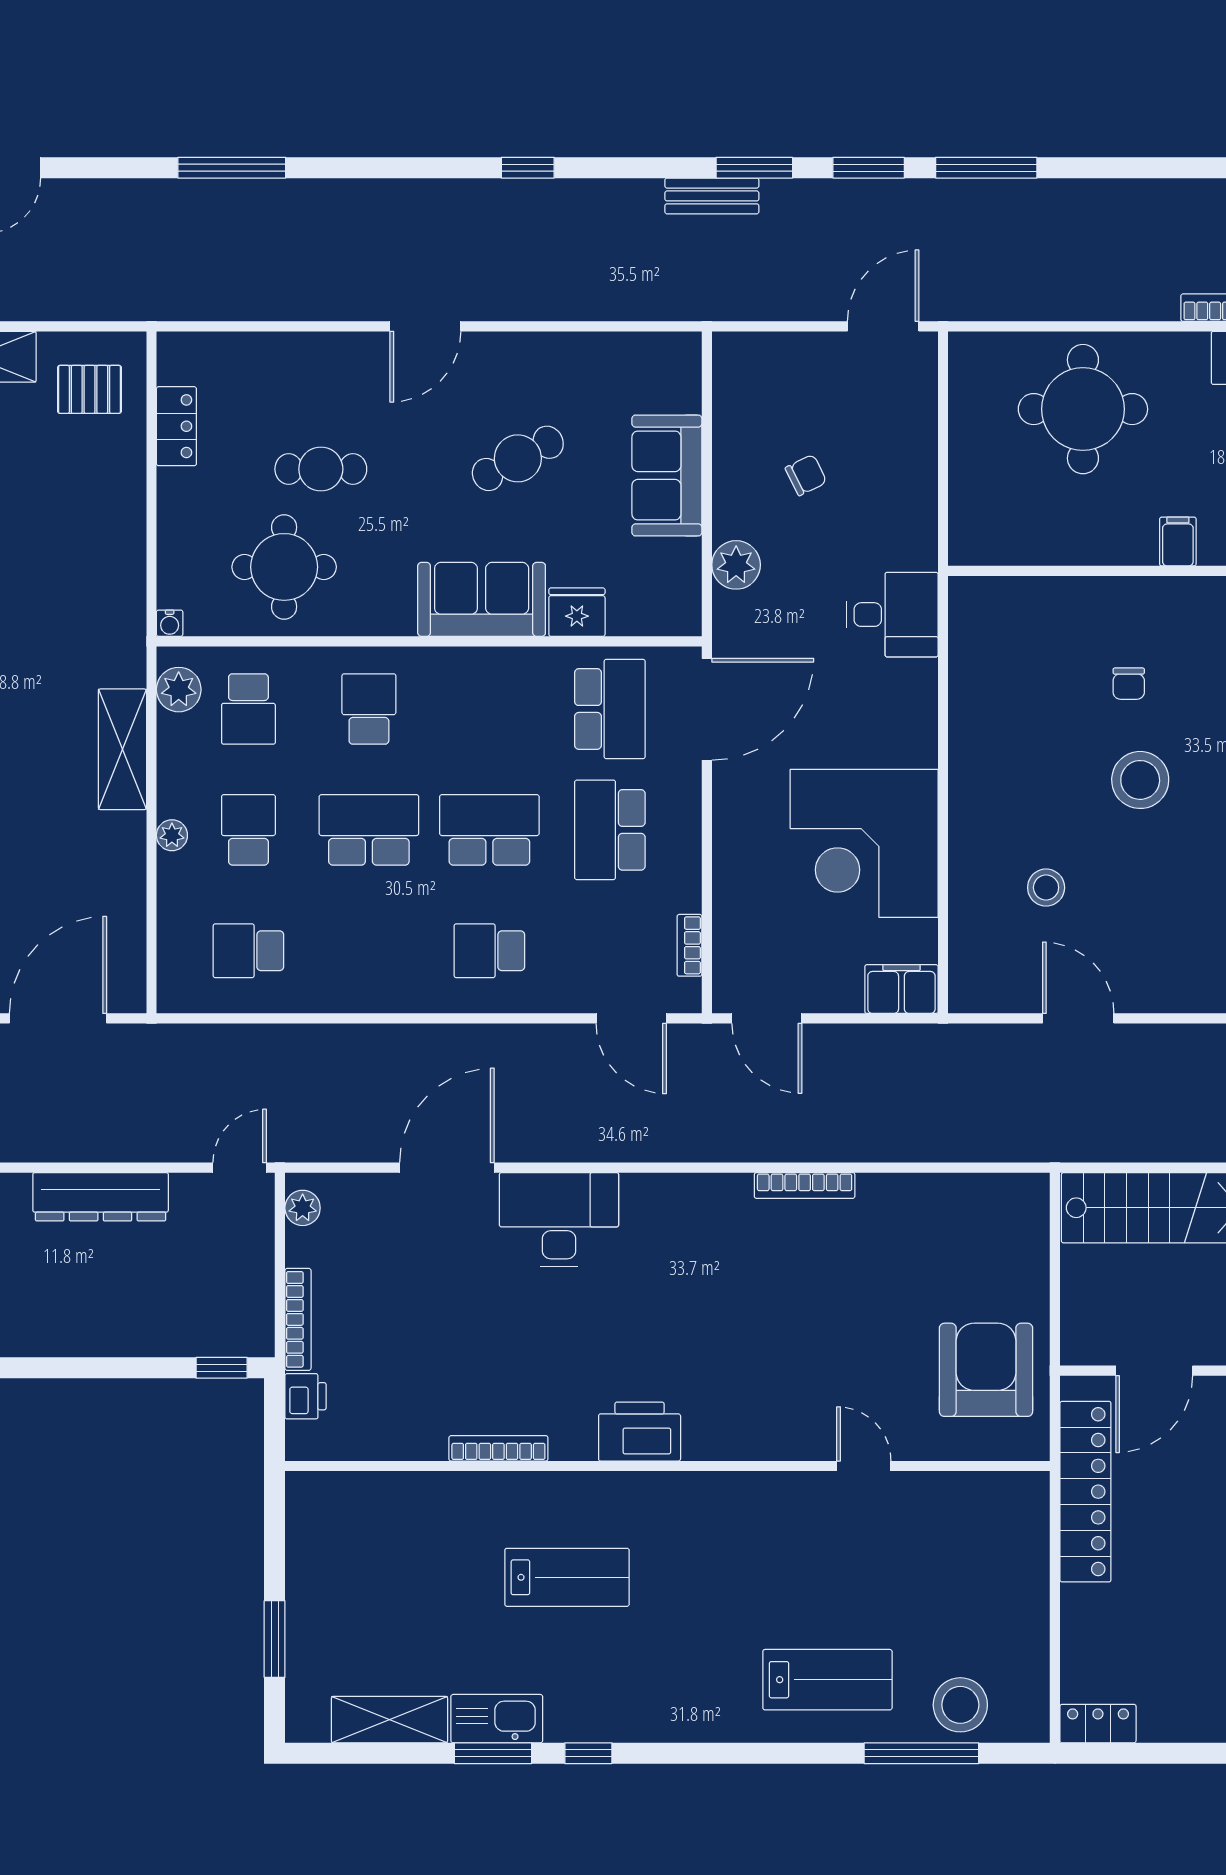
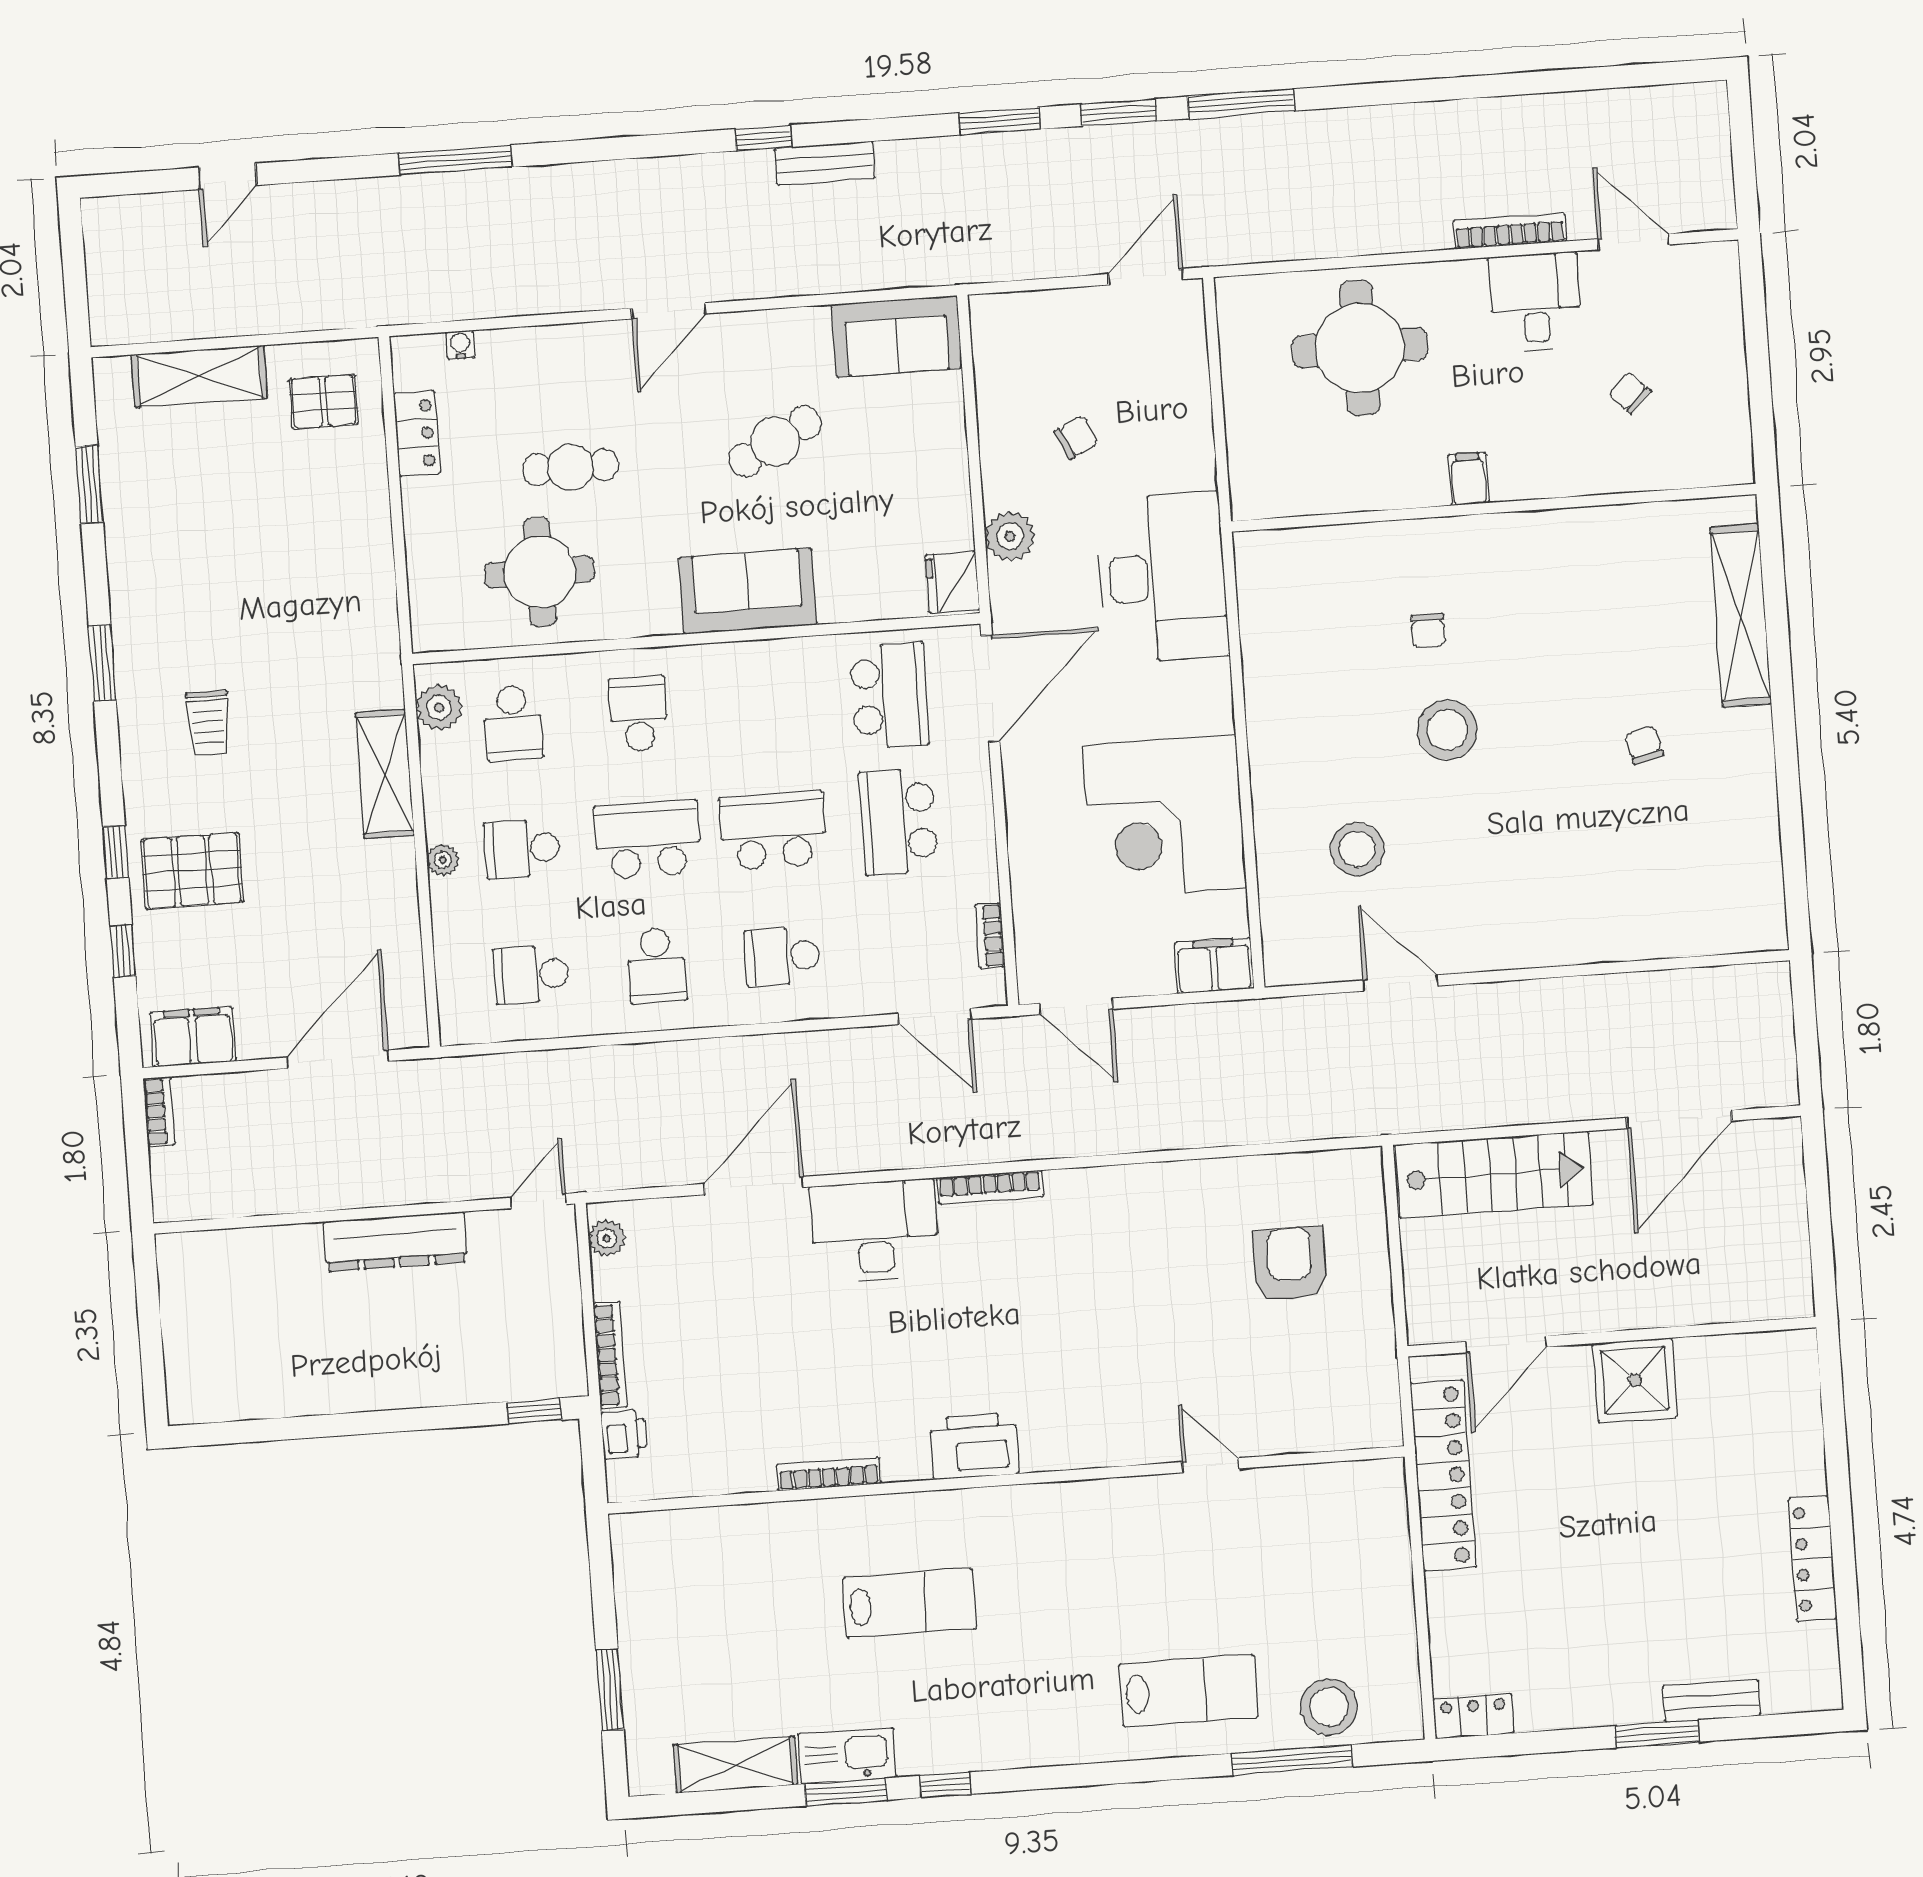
bench: (712, 196) -> (825, 163), moved
sofa: (667, 475) -> (897, 336), moved, turned -90
fridge: (577, 612) -> (952, 582), moved, turned -90
desk: (892, 615) -> (1162, 577), width x1.87, depth x1.30
water cooler: (170, 623) -> (460, 345), moved, turned 180
school desk: (248, 830) -> (522, 849), turned -90
stool: (1046, 888) -> (1357, 849), width x1.38, depth x1.38
school desk: (369, 951) -> (657, 965), added
bookcase: (805, 1185) -> (990, 1187), moved
armchair: (986, 1370) -> (1290, 1264), moved, width x0.73, depth x0.73

